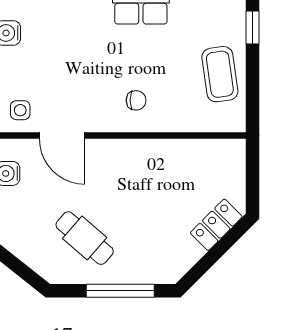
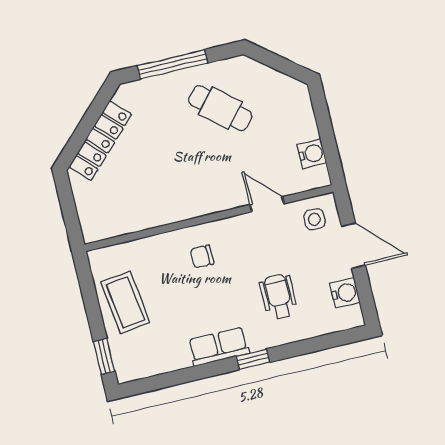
wheelchair: (72, 45) -> (279, 297), added
door: (62, 135) -> (267, 204), width x0.73
locker: (216, 225) -> (100, 141), width x1.53

